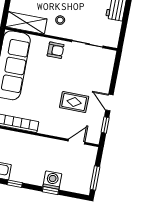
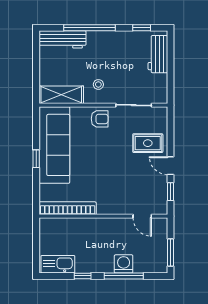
rug: (74, 102) -> (148, 143), moved
door: (76, 142) -> (142, 216), swing flipped
window: (51, 191) -> (124, 276), width x2.17

